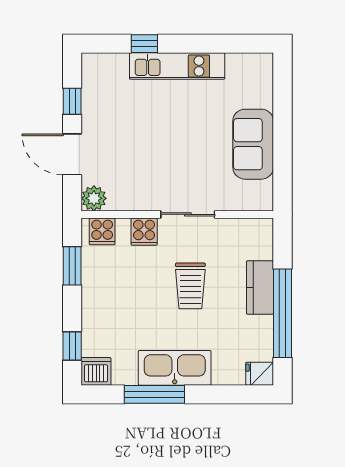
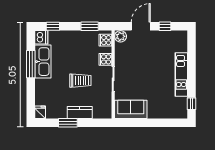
window: (144, 44) -> (191, 104), moved
sofa: (253, 144) -> (131, 109), moved
trolley: (190, 286) -> (80, 81), turned 180
window: (283, 313) -> (68, 123), width x0.47
kitchen sink: (175, 368) -> (43, 62), moved

